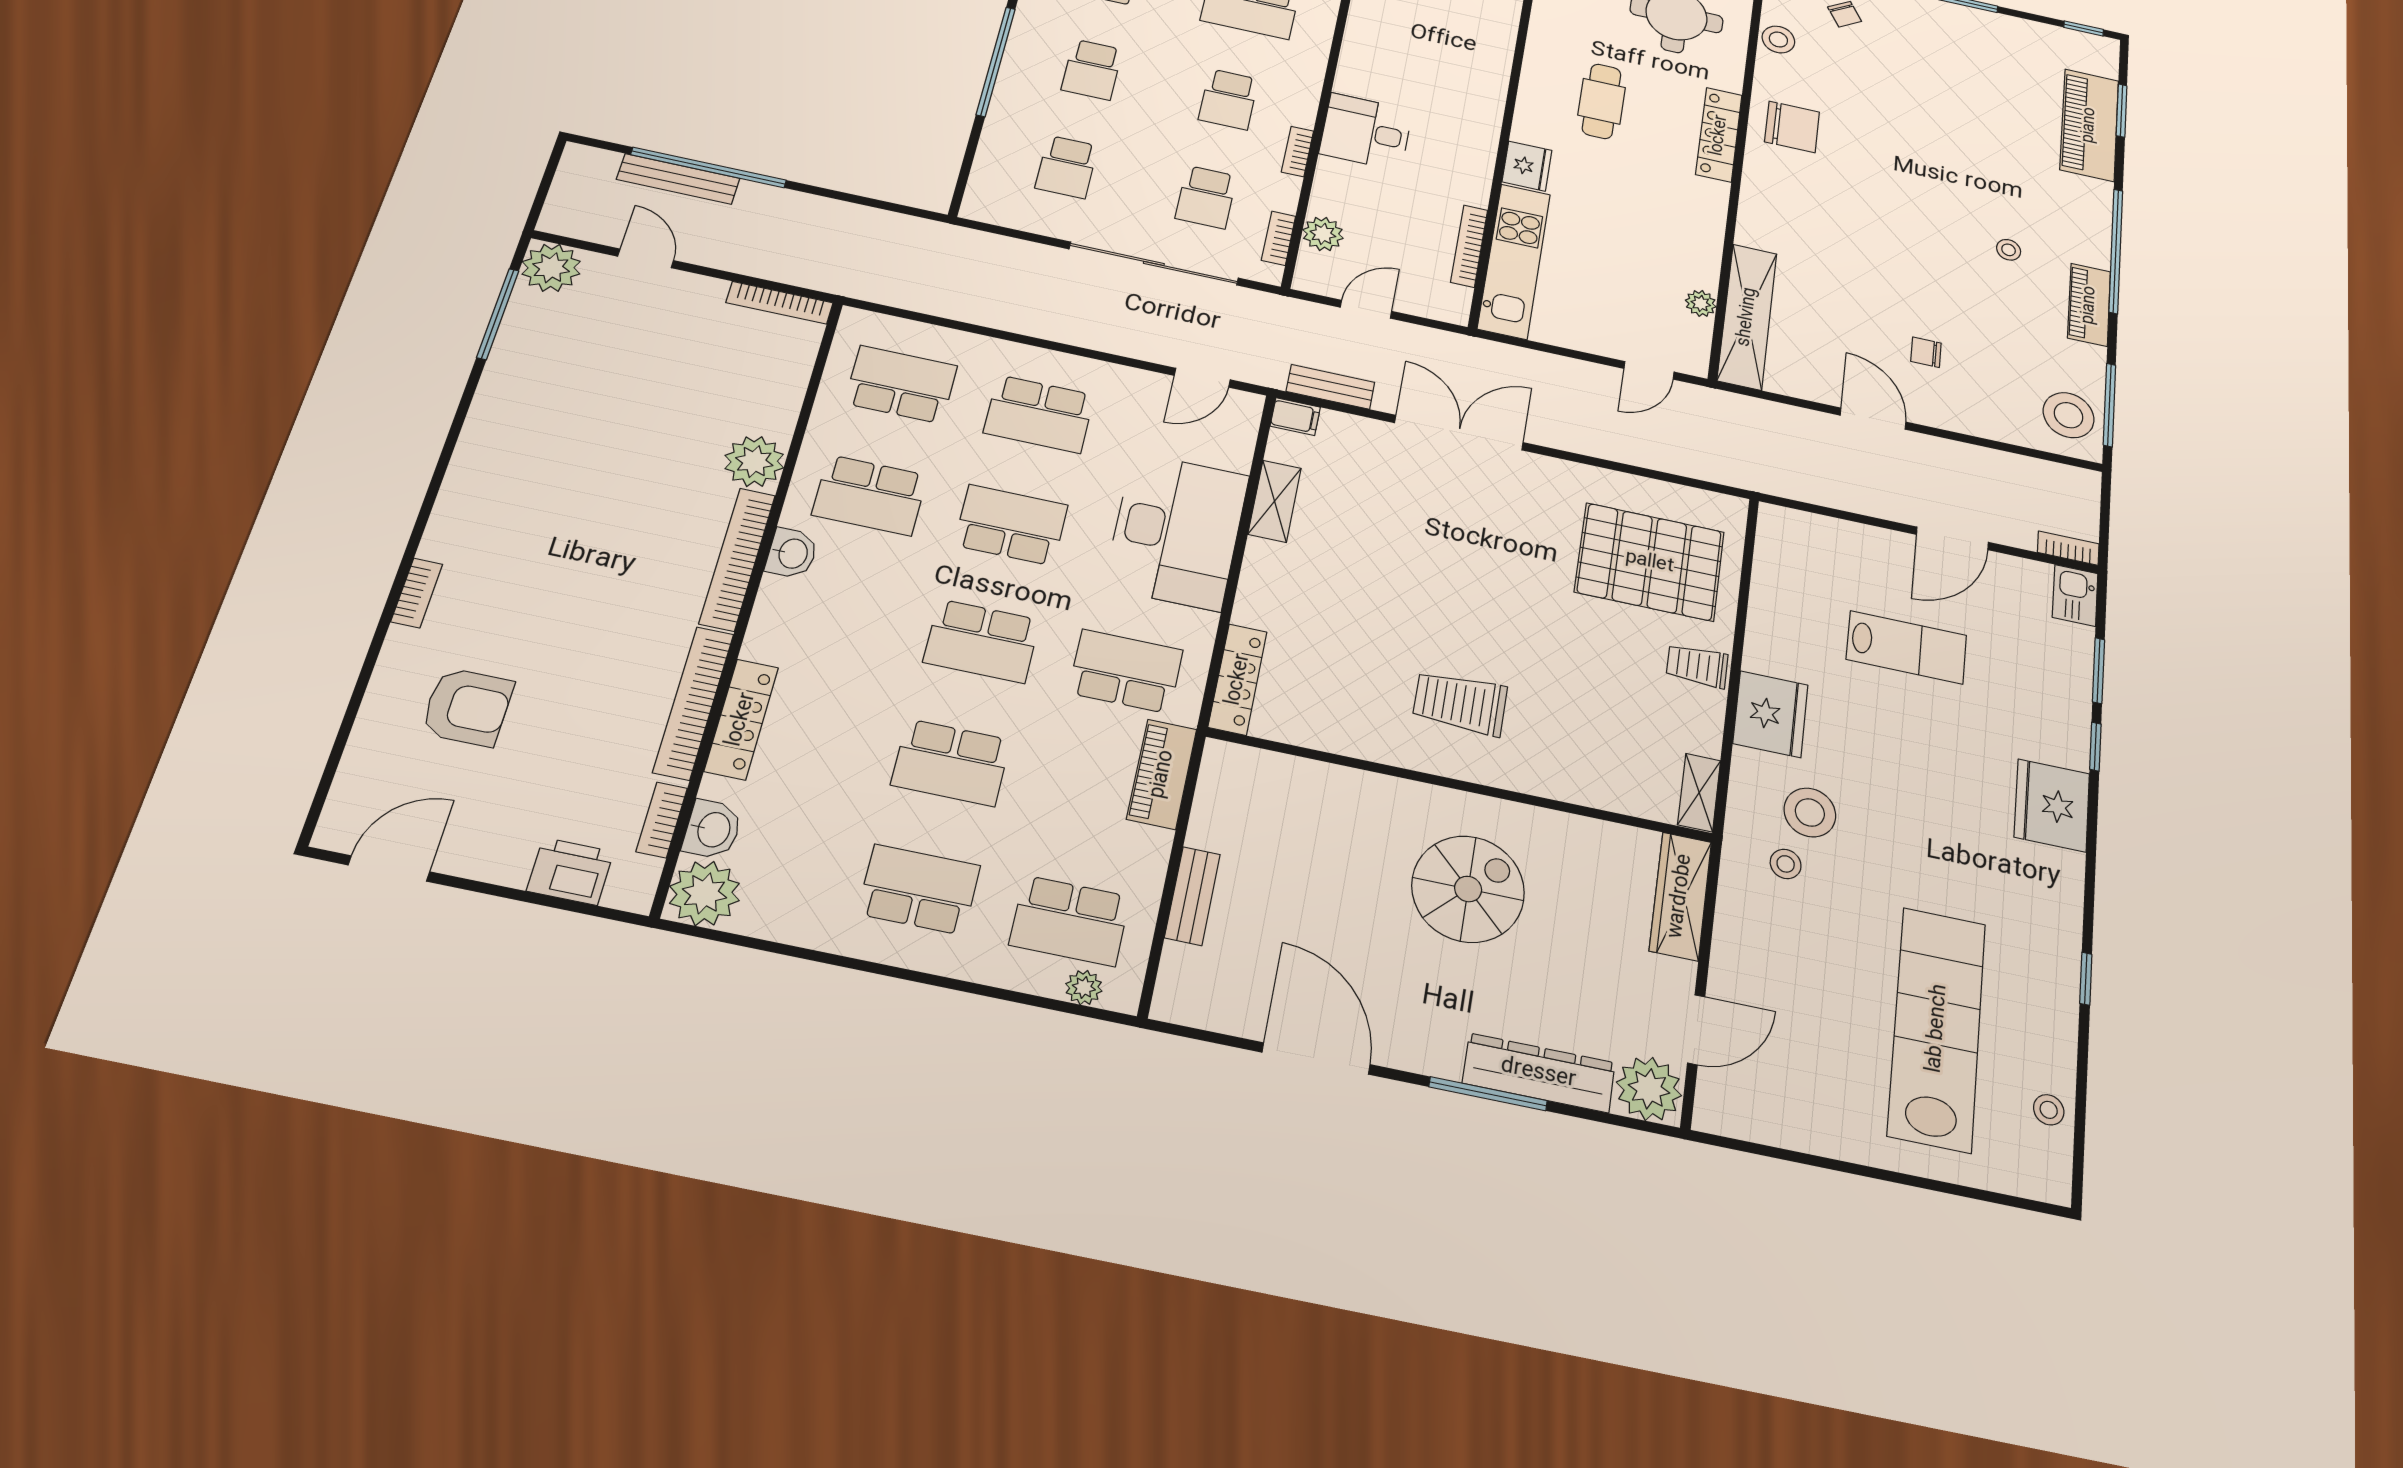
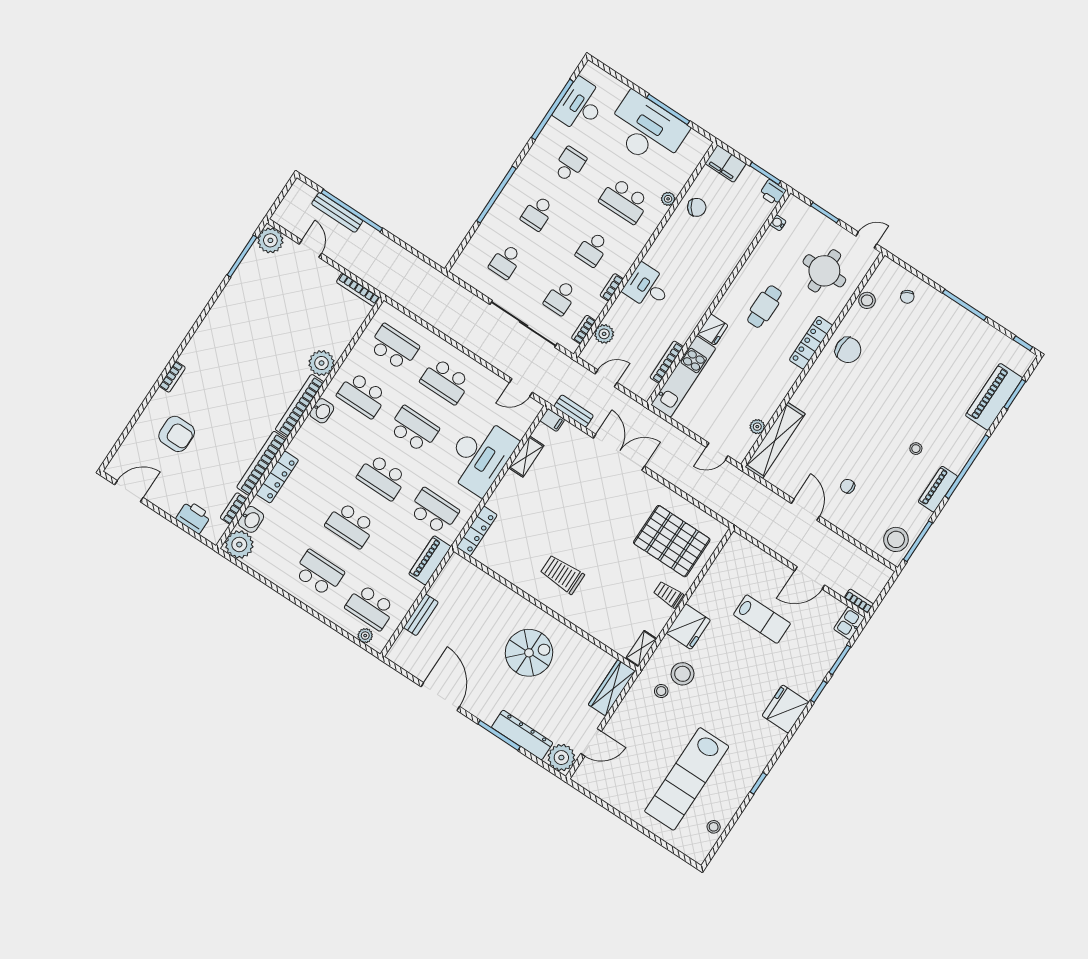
lab bench: (1937, 1028) -> (687, 779), turned 180

